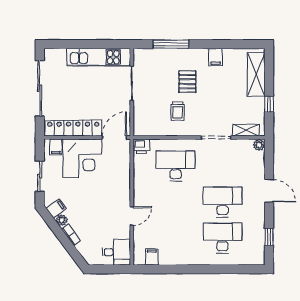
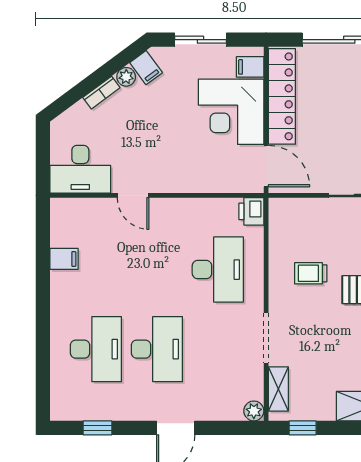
window: (269, 104) -> (303, 428), moved
desk: (116, 252) -> (80, 169), width x1.37
filing cabinet: (152, 257) -> (64, 259), moved

